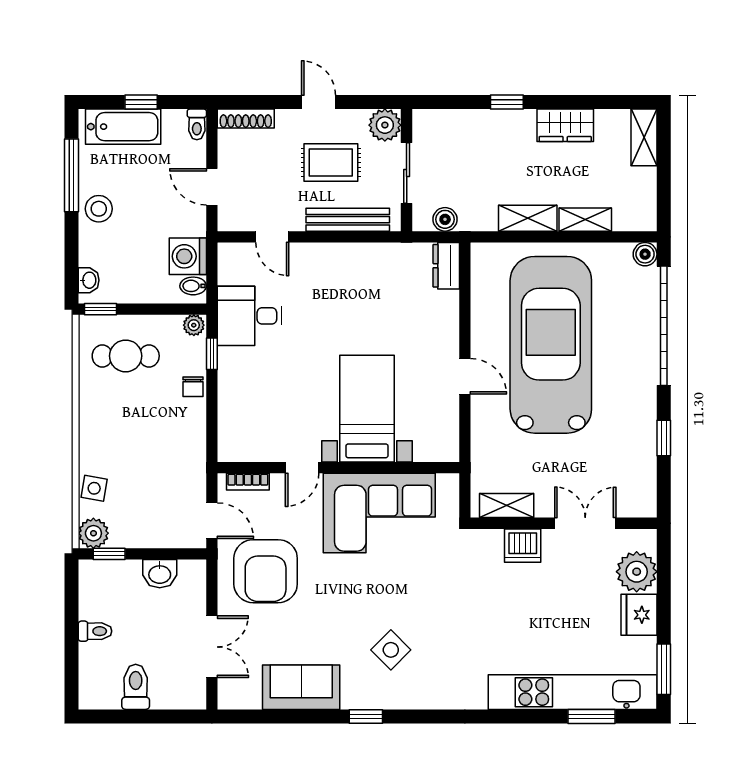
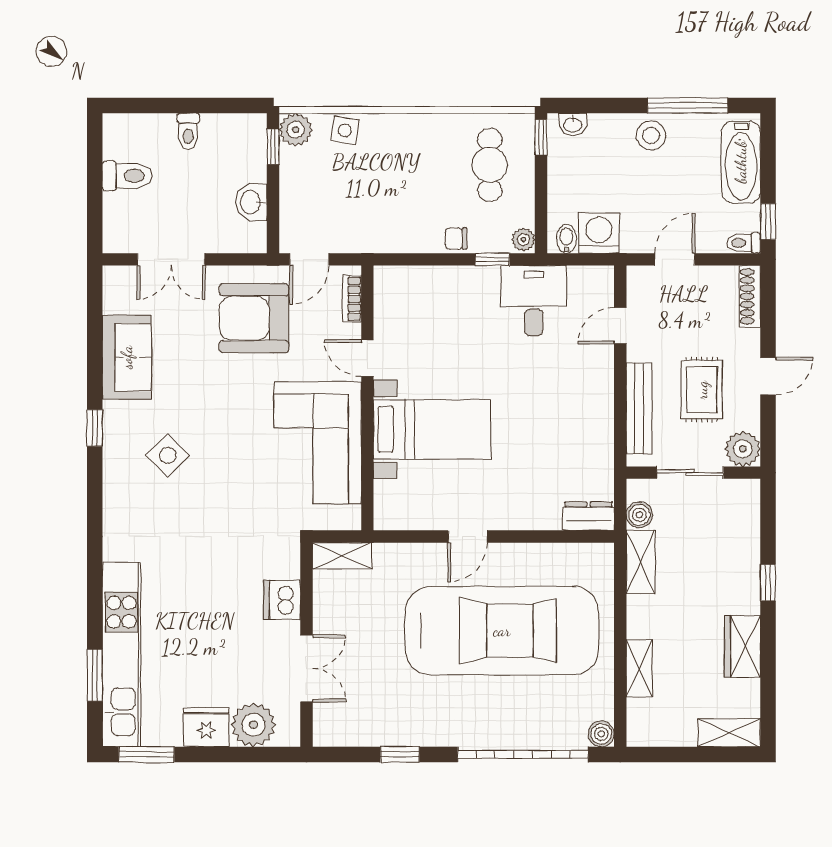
window: (141, 102) -> (768, 222), moved
shelving: (528, 218) -> (641, 562), moved
shelving: (507, 506) -> (342, 556), moved, turned 90

